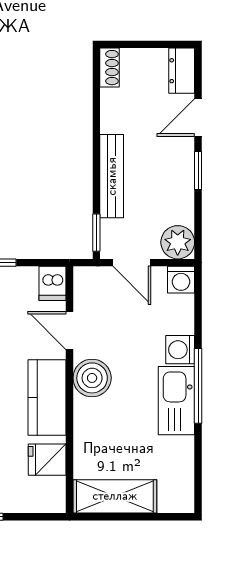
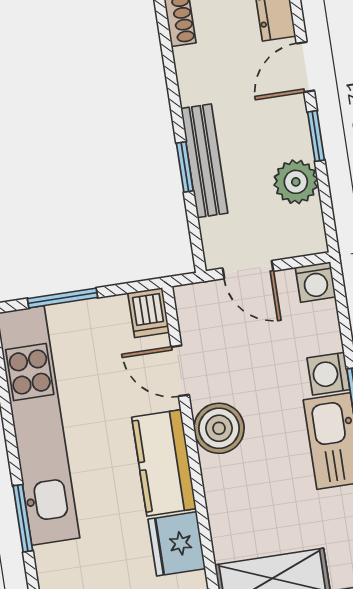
window: (96, 233) -> (185, 167), moved
plant: (178, 242) -> (296, 182), moved
fridge: (47, 460) -> (177, 544), width x1.38

